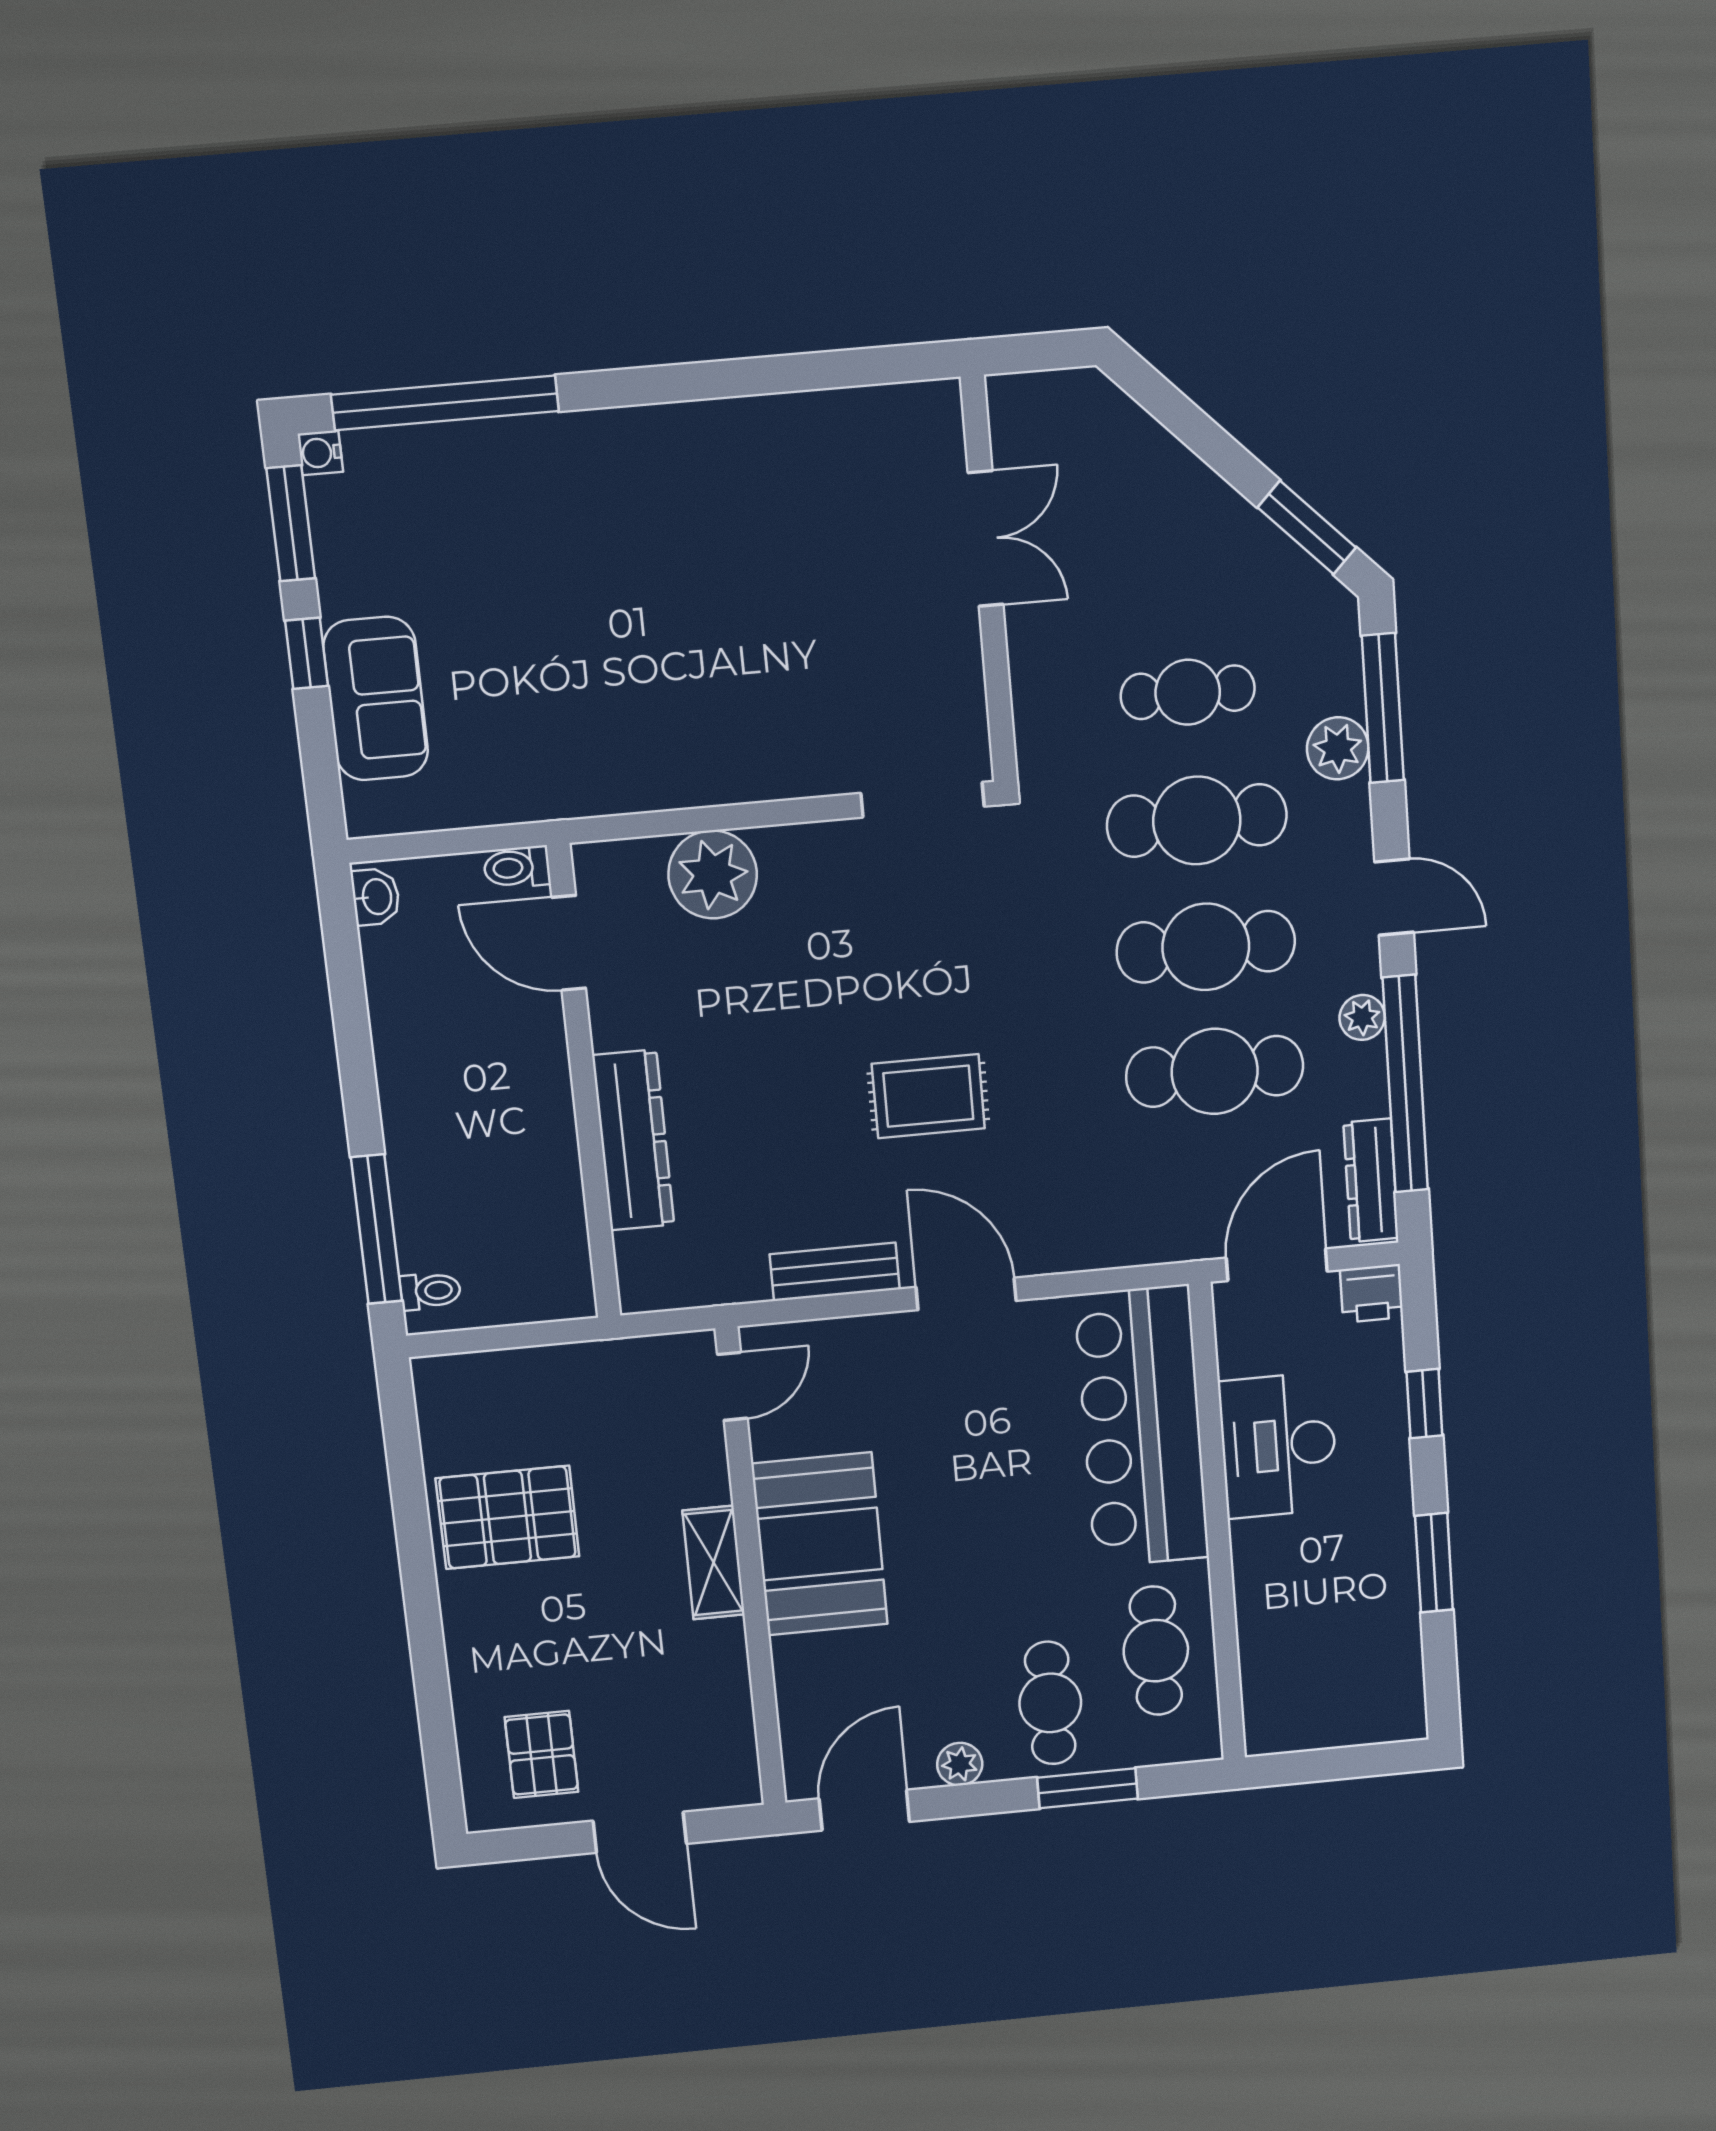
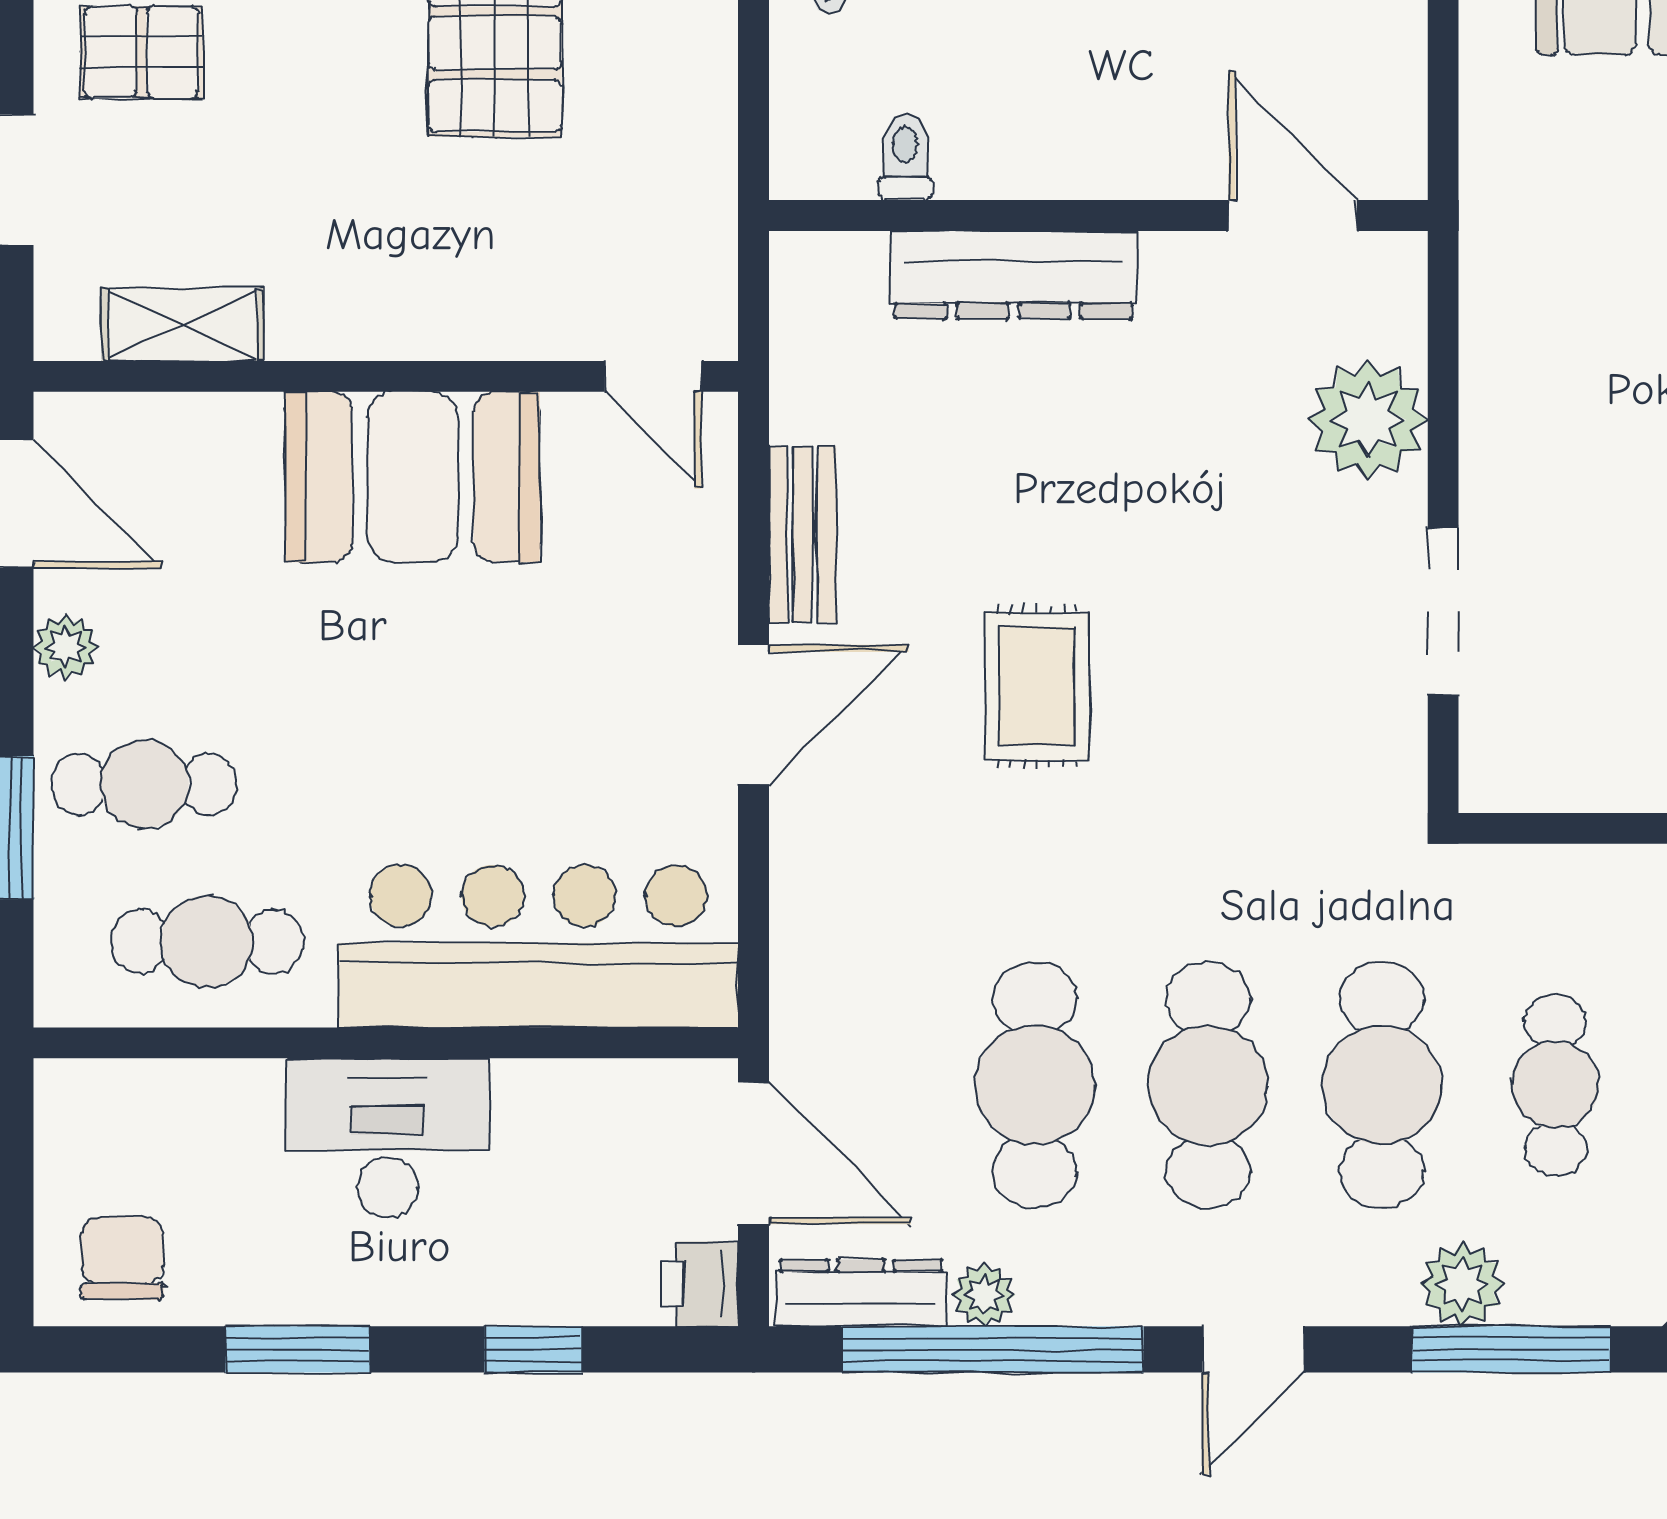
doorway: (923, 800) -> (1443, 612), moved
toilet: (517, 867) -> (905, 157), moved
door: (569, 943) -> (1293, 215), hinge flipped
plant: (1362, 1017) -> (984, 1295), moved
desk: (1278, 1445) -> (388, 1138), moved
shelving: (714, 1563) -> (183, 325), moved
chair: (1379, 1686) -> (122, 1258), added

